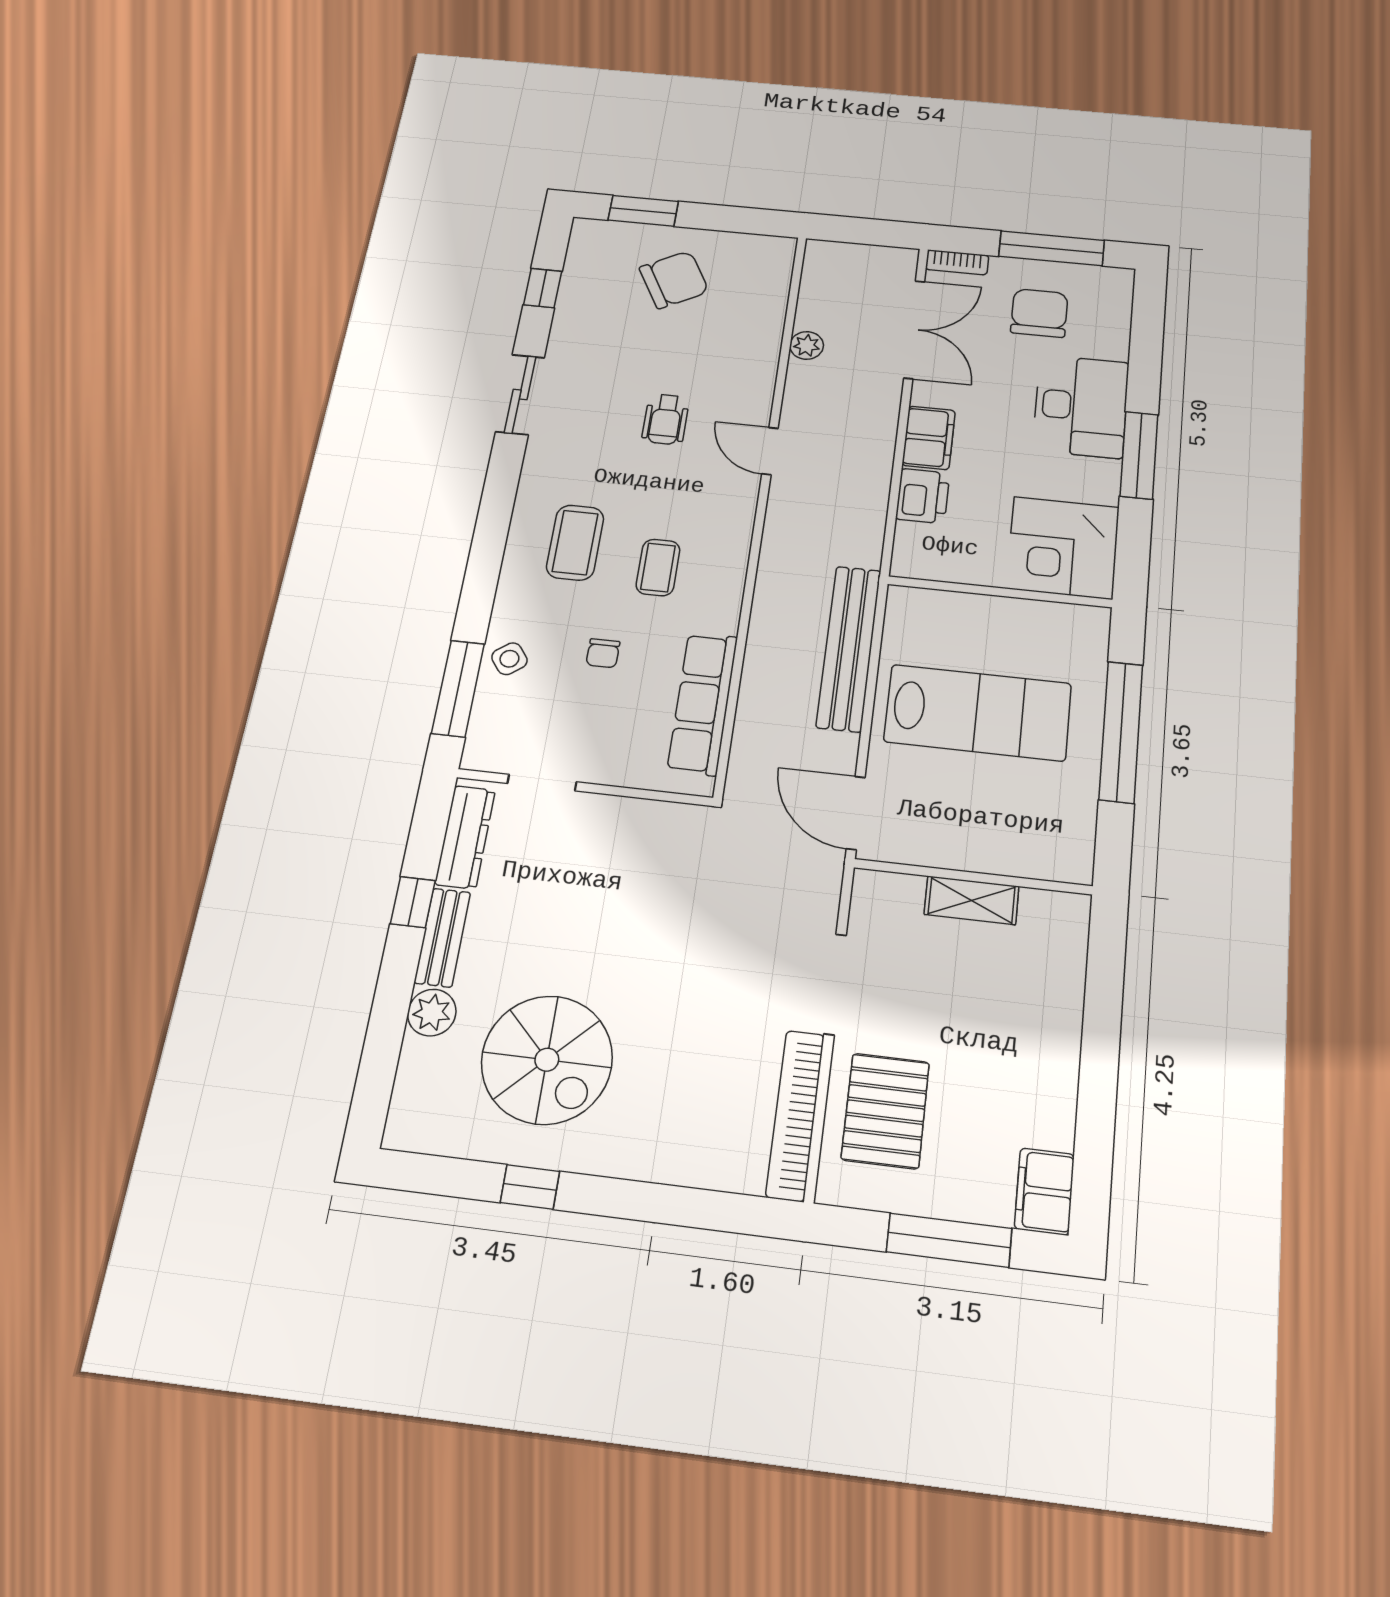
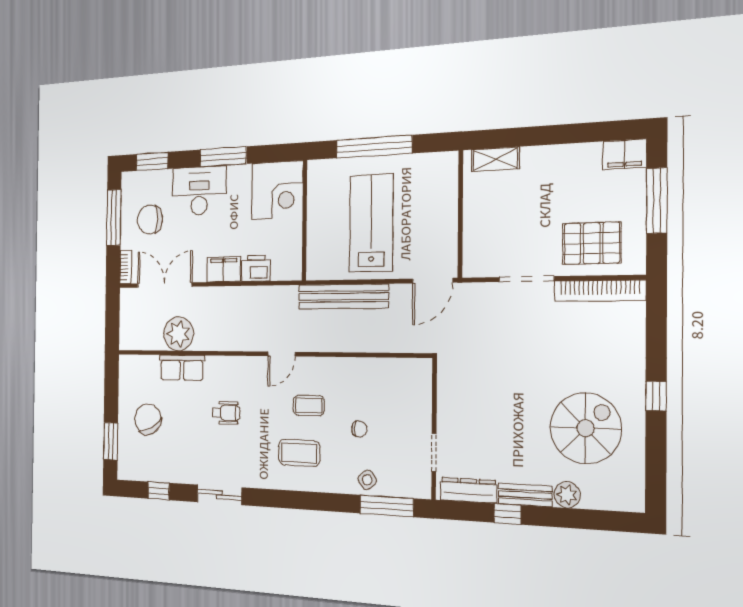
window: (1147, 326) -> (152, 161), added
plant: (807, 345) -> (179, 334), width x1.88, depth x1.88
door: (770, 451) -> (282, 354), moved
row of seats: (703, 703) -> (182, 368), moved, width x0.68
shelving: (972, 900) -> (495, 159), moved, turned 90
window: (530, 1187) -> (656, 396), moved

